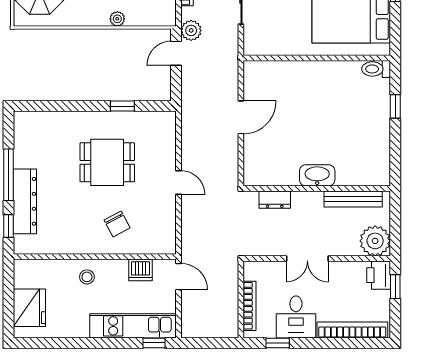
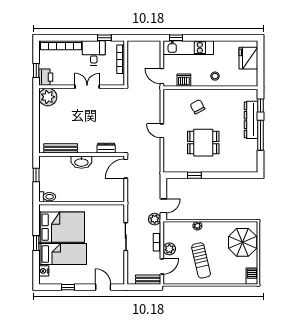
washbasin: (317, 175) -> (81, 162), moved
wall: (317, 188) -> (82, 155), moved
bench: (353, 199) -> (61, 148), moved
dresser: (275, 200) -> (106, 148), moved

